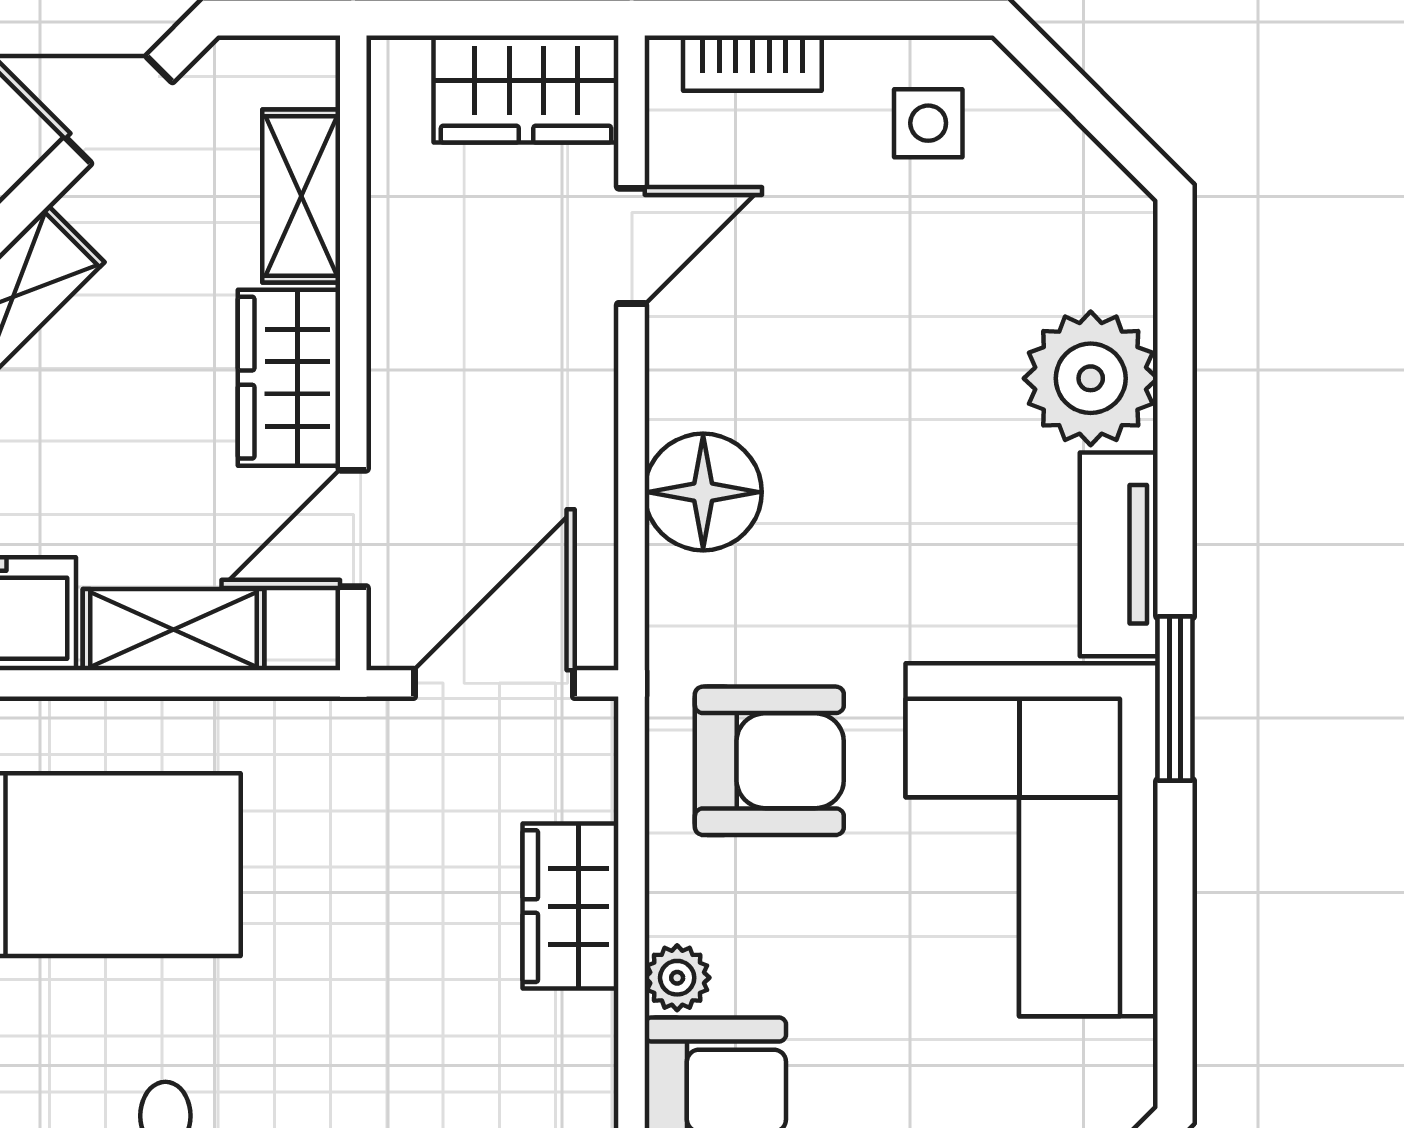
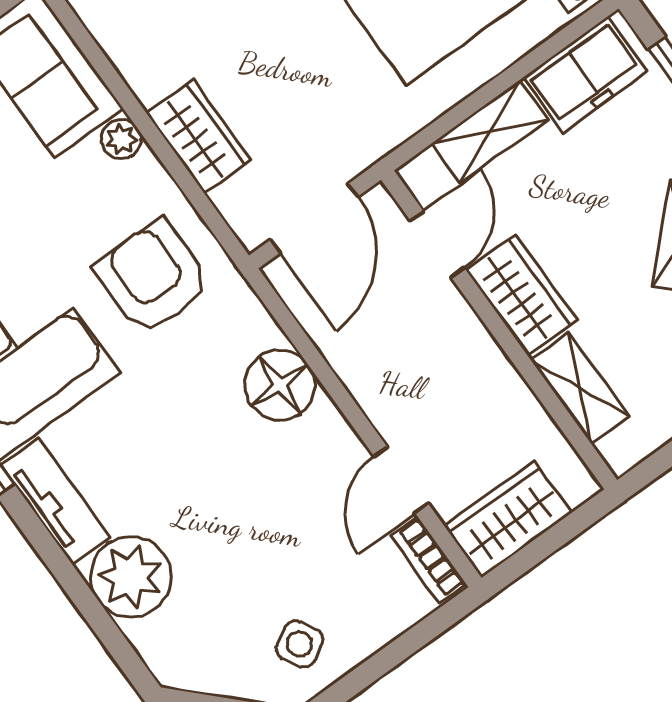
bookcase: (752, 63) -> (428, 560), moved, turned -90
side table: (928, 123) -> (300, 644), turned -30
armchair: (769, 761) -> (153, 277), turned 90

